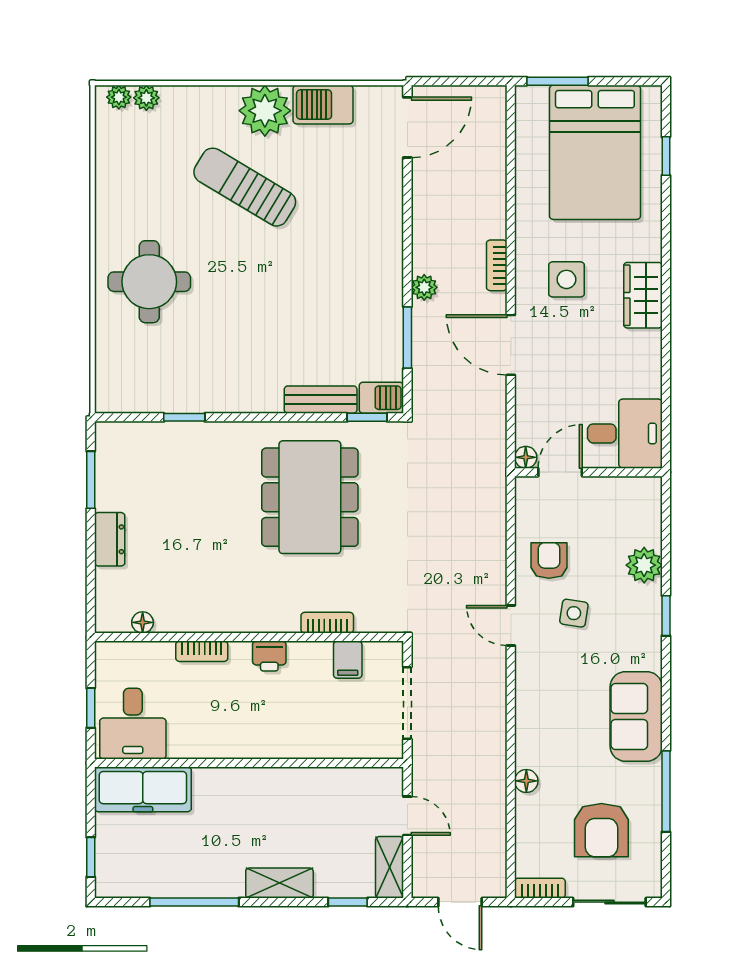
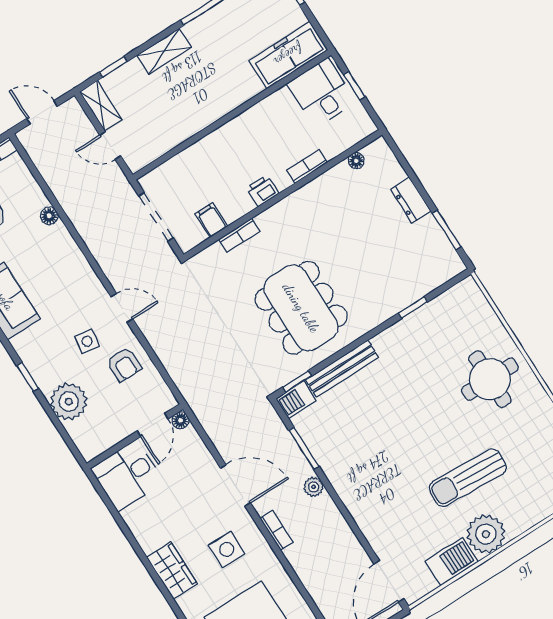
sun lounger: (245, 187) -> (468, 478), turned 152
bench: (321, 400) -> (342, 369), width x1.36
plant: (644, 565) -> (69, 402), width x1.36, depth x1.36

